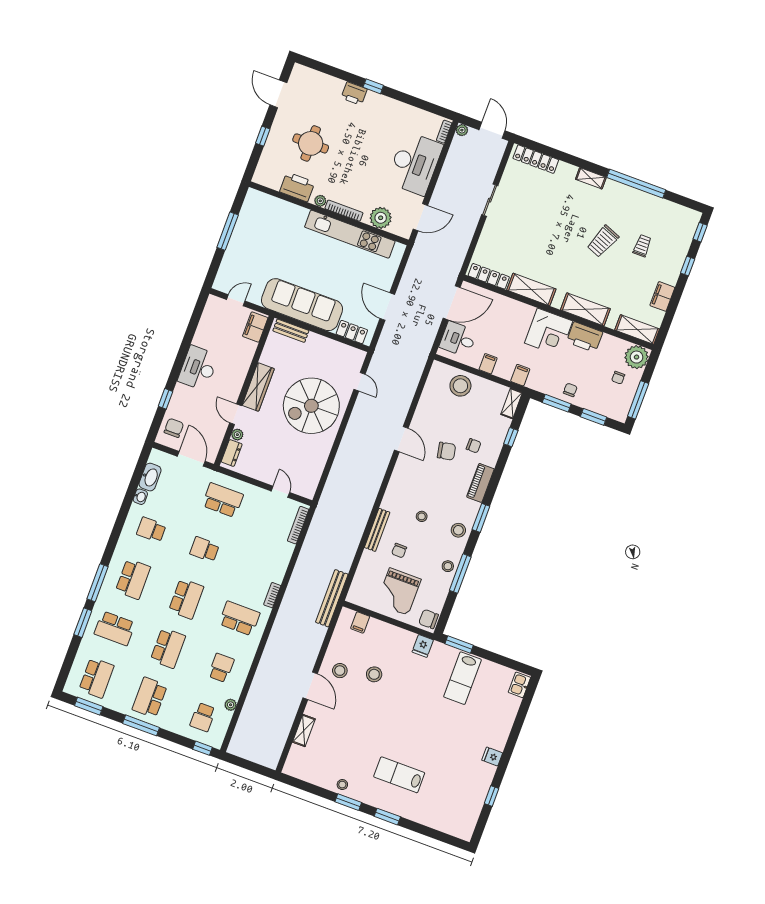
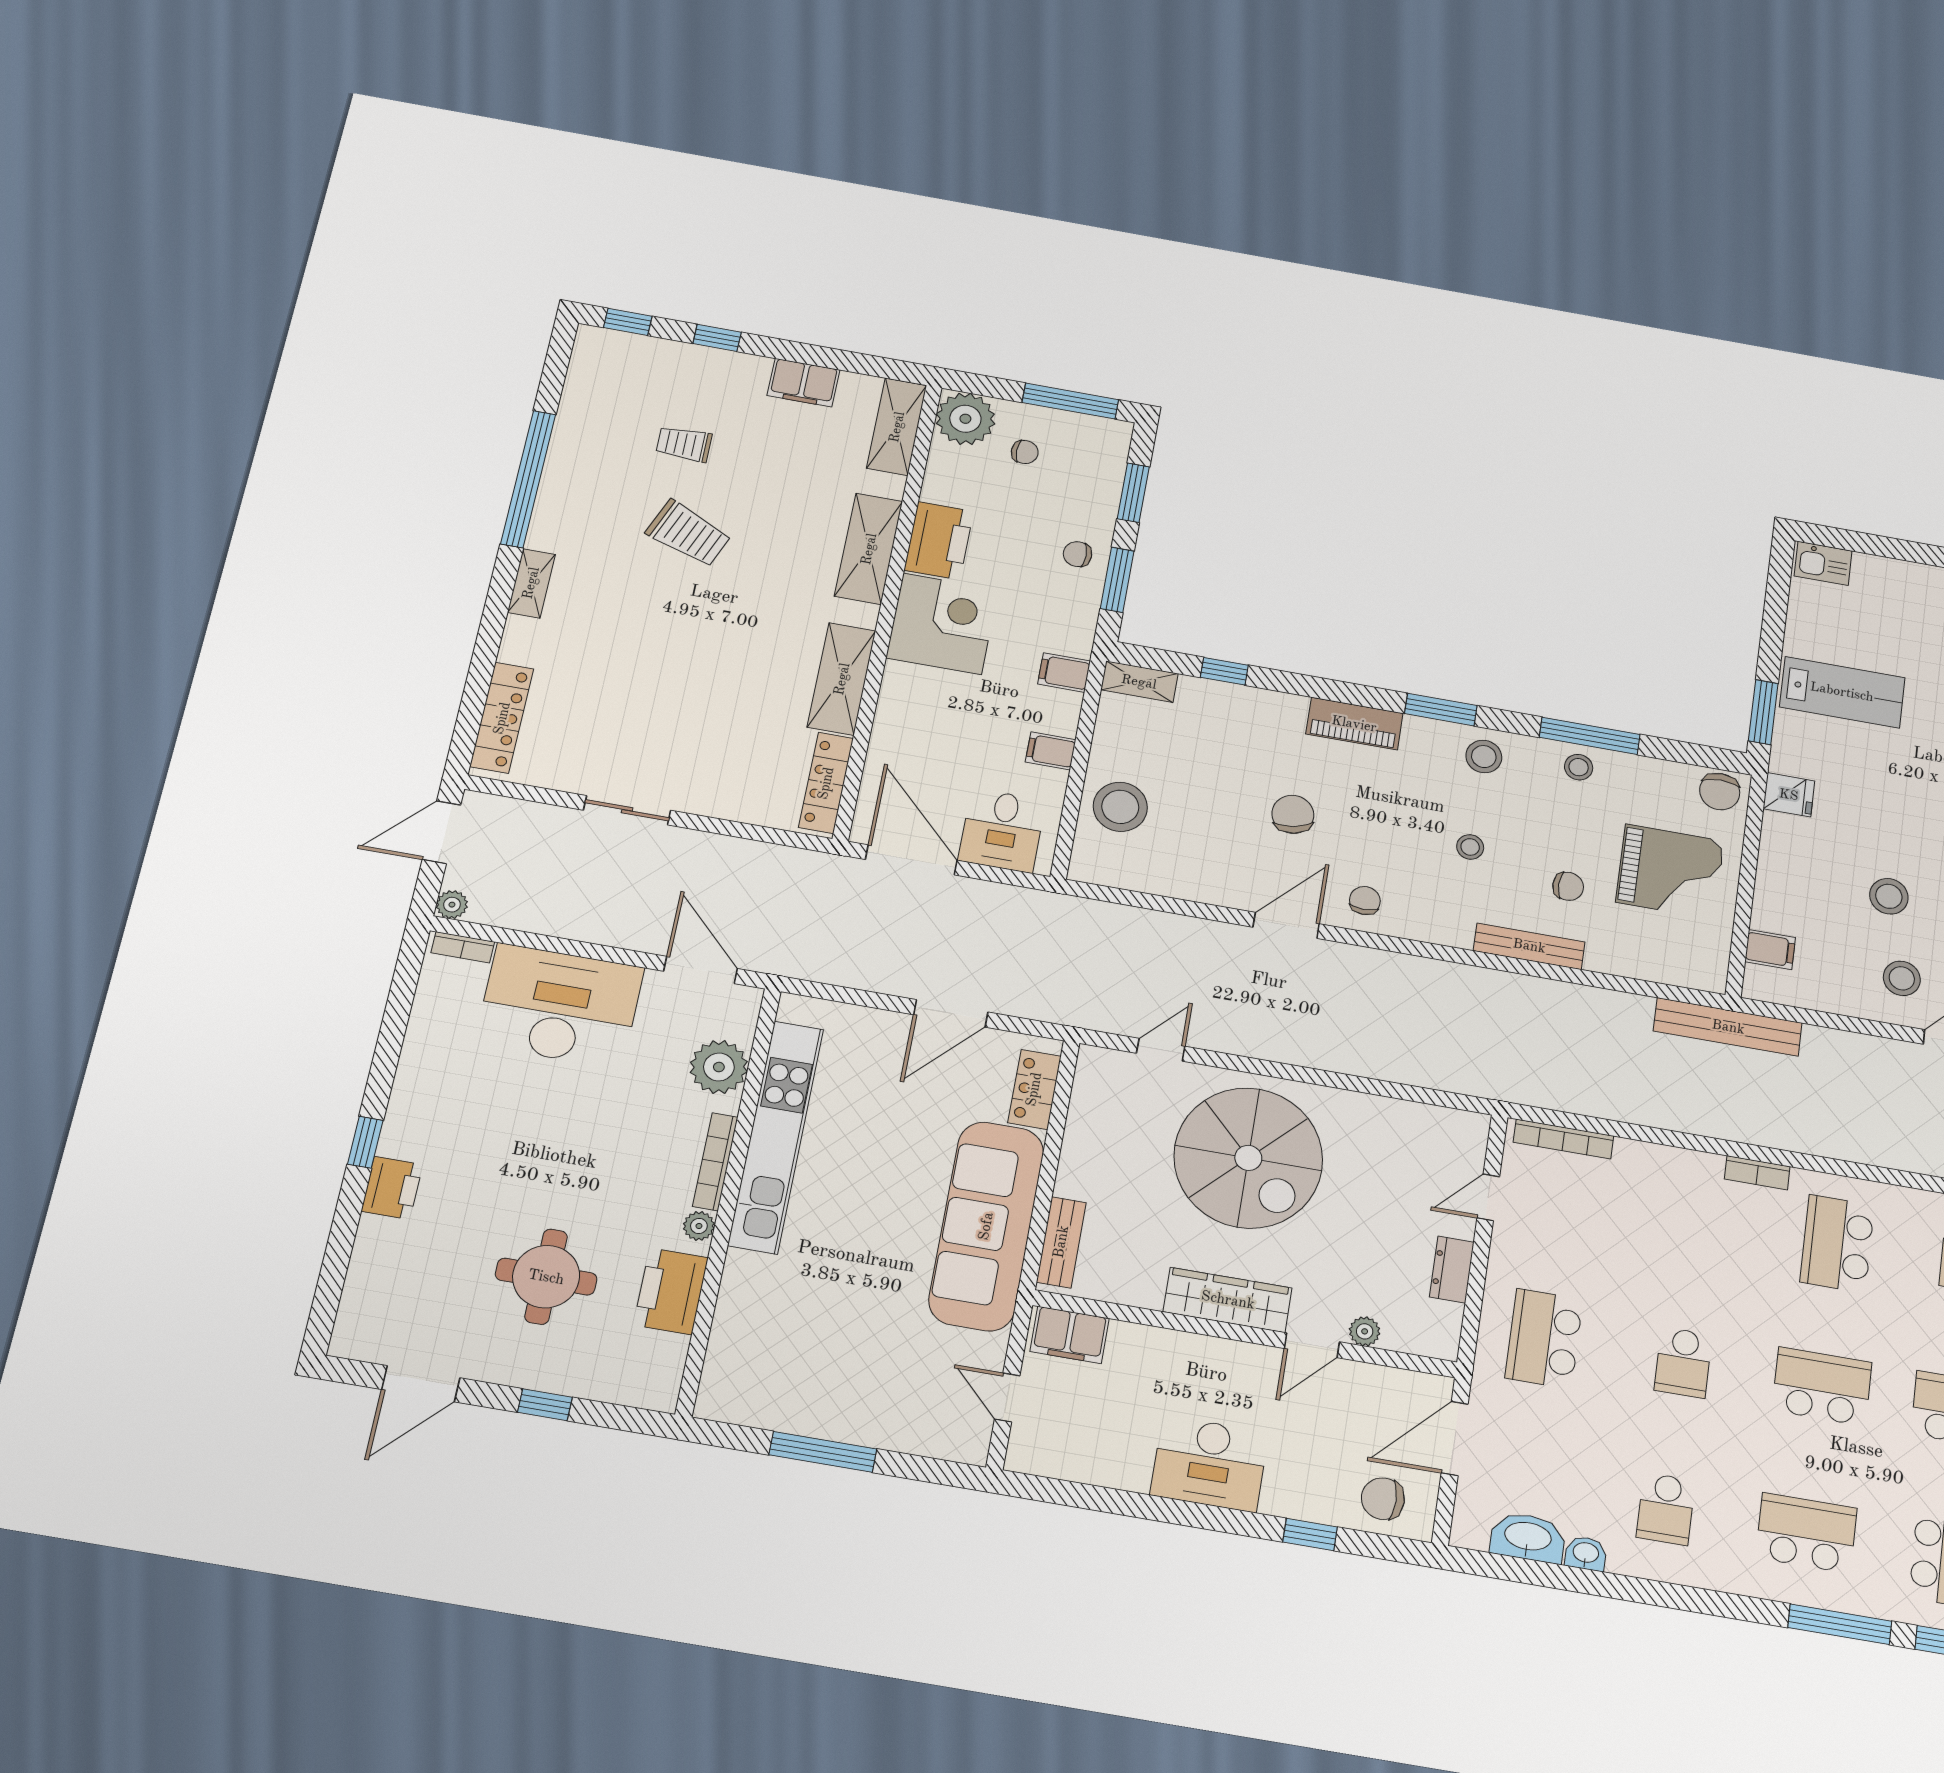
chair: (474, 446) -> (1365, 901), moved
dresser: (232, 453) -> (1452, 1269), moved, turned -90

